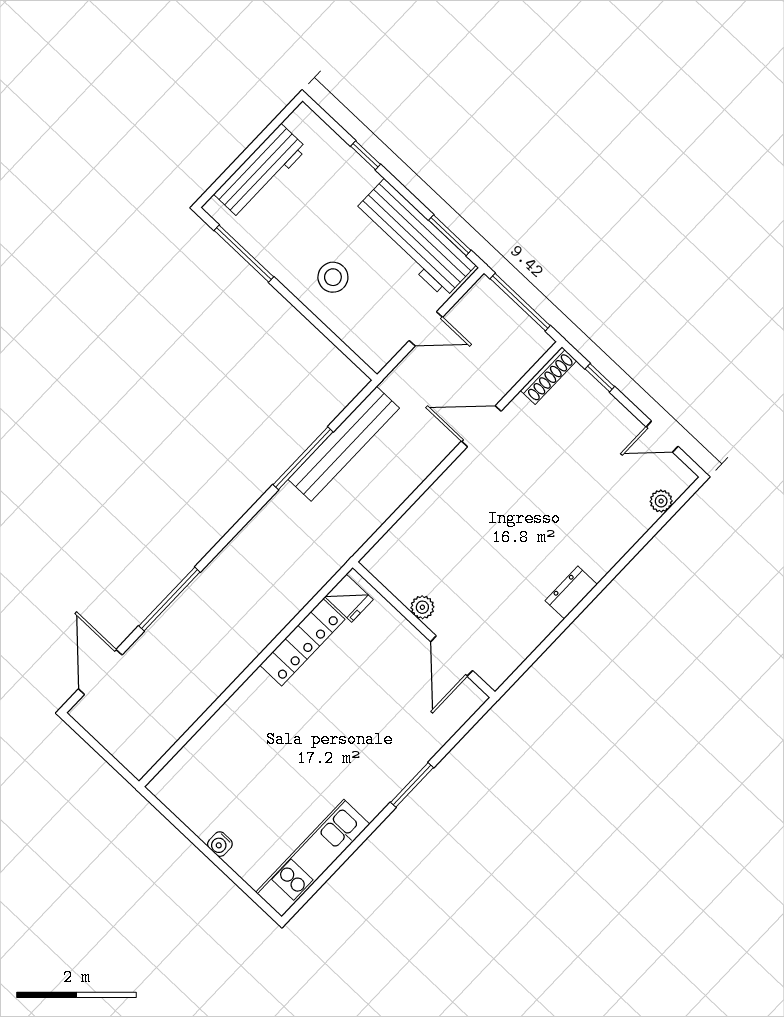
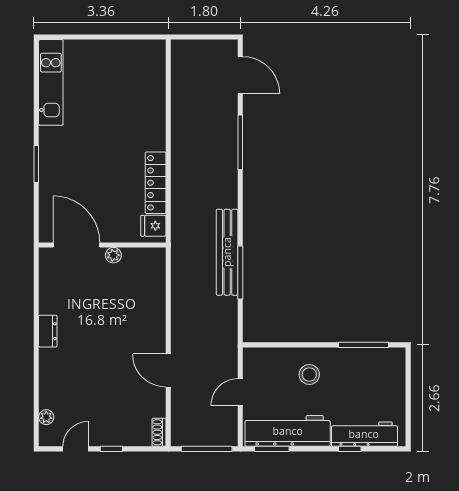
workbench: (260, 171) -> (364, 434), moved, turned 90
shoe rack: (548, 376) -> (159, 432), width x0.70
window: (600, 378) -> (111, 449), moved
door: (481, 426) -> (168, 370), swing flipped
bench: (344, 444) -> (227, 252), moved
door: (452, 656) -> (77, 245), width x1.36
water cooler: (220, 844) -> (103, 46), removed

